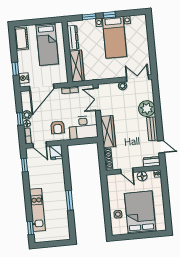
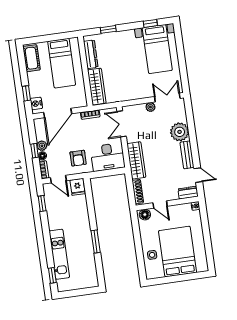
window: (109, 15) -> (150, 23), moved
bed with nightstands: (115, 37) -> (157, 49), moved
floor lamp: (142, 176) -> (145, 215), moved

